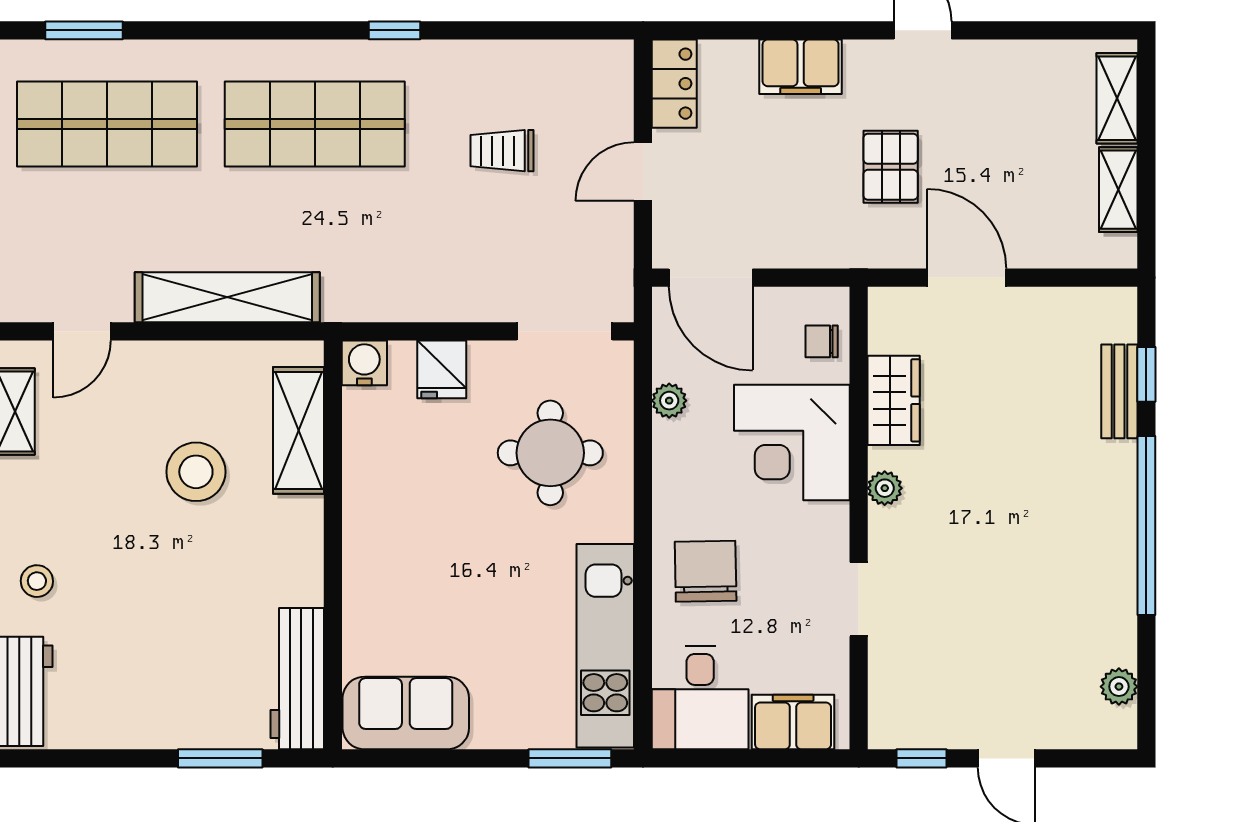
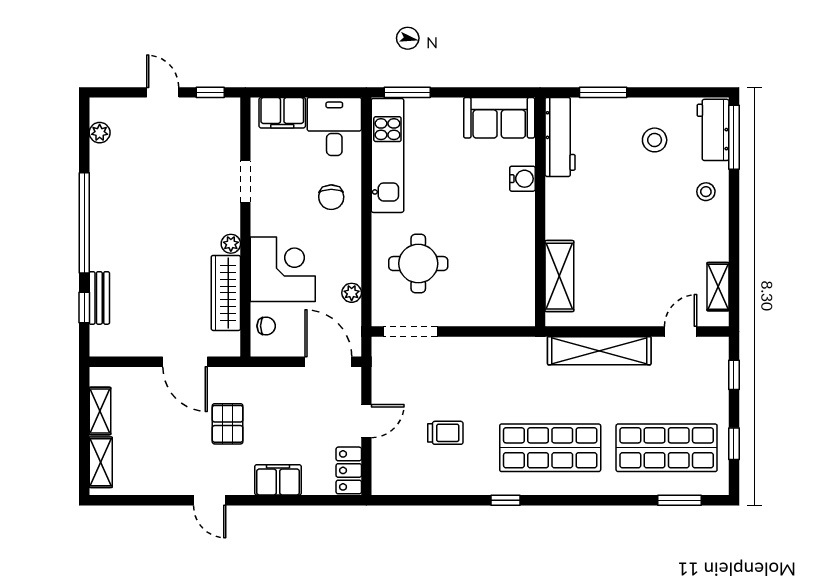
water cooler: (364, 363) -> (522, 179), moved, turned -90
fridge: (442, 369) -> (479, 310), removed
wardrobe: (894, 400) -> (226, 293), width x1.50
stool: (196, 472) -> (655, 140), moved, width x0.73, depth x0.73
chair: (706, 571) -> (331, 197), width x0.73, depth x0.73

